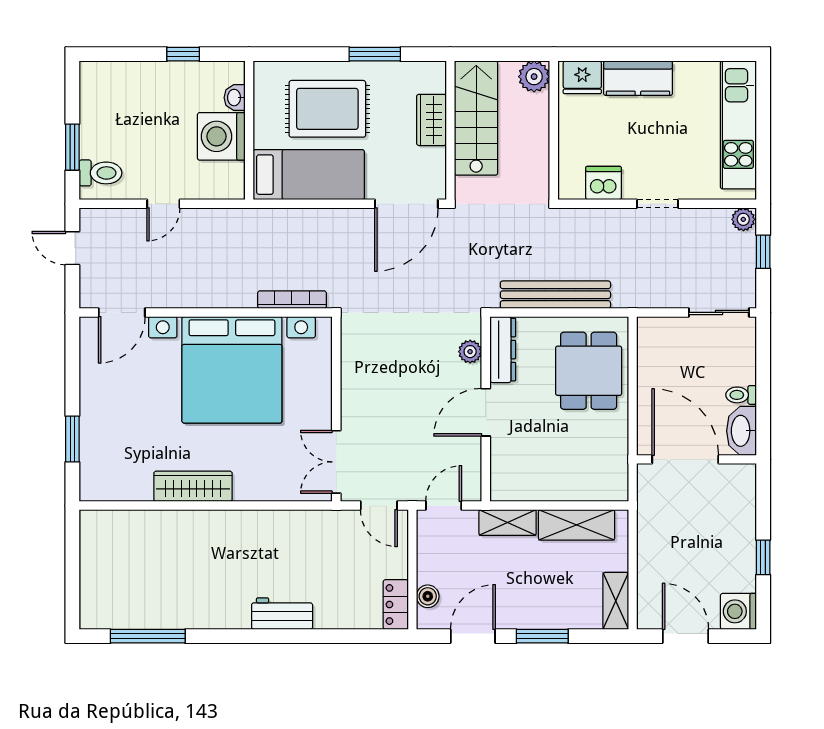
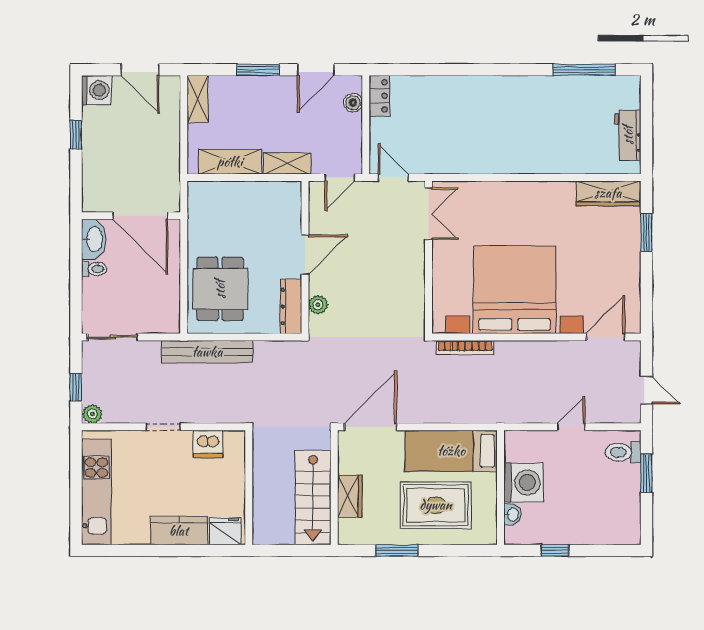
plant: (534, 77) -> (265, 532), removed
bench: (555, 295) -> (207, 352), moved
wardrobe: (193, 486) -> (608, 193), moved
workbench: (282, 614) -> (628, 135), moved, turned 90

